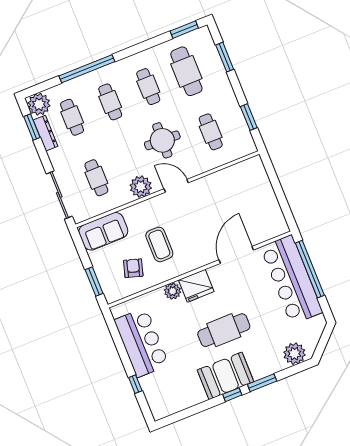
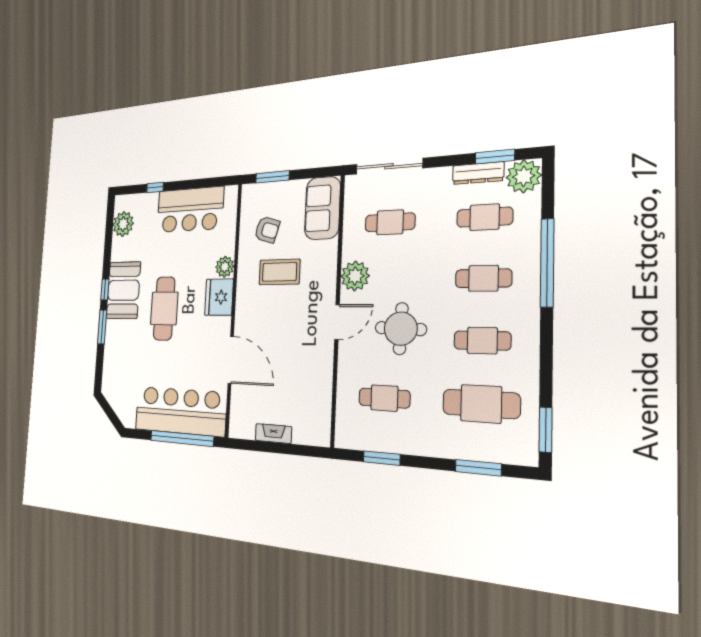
fireplace: (271, 198) -> (273, 433), added
plant: (294, 354) -> (123, 224), moved

